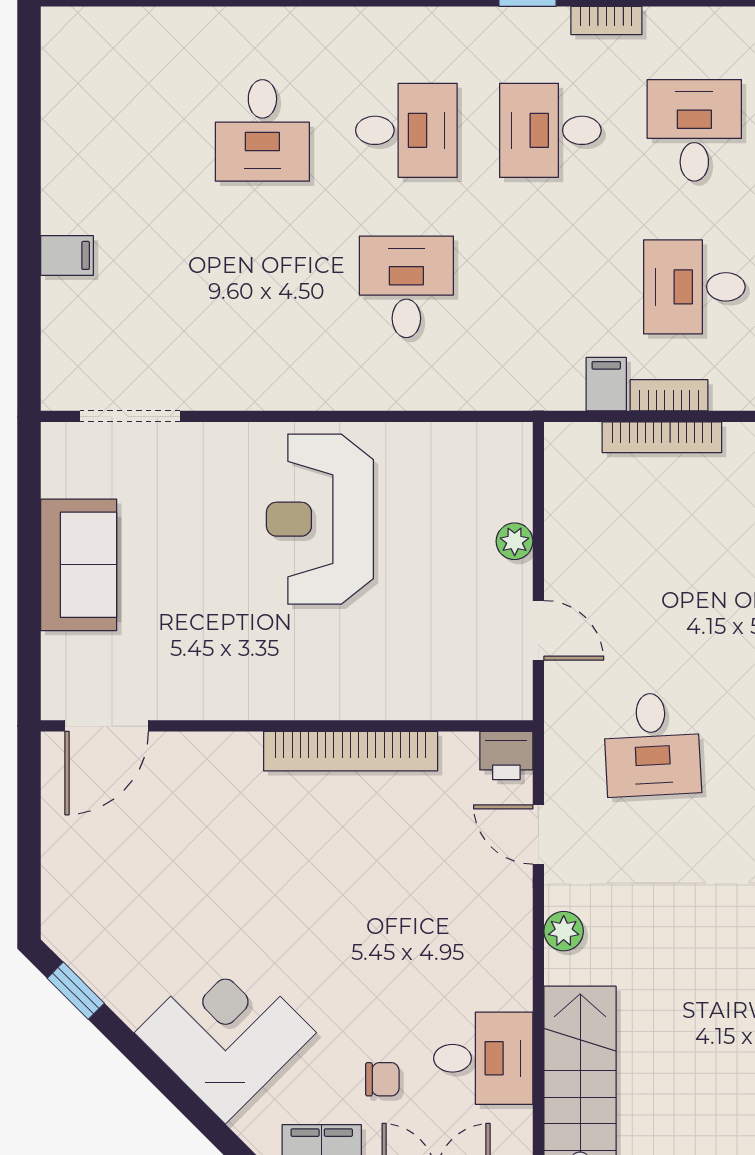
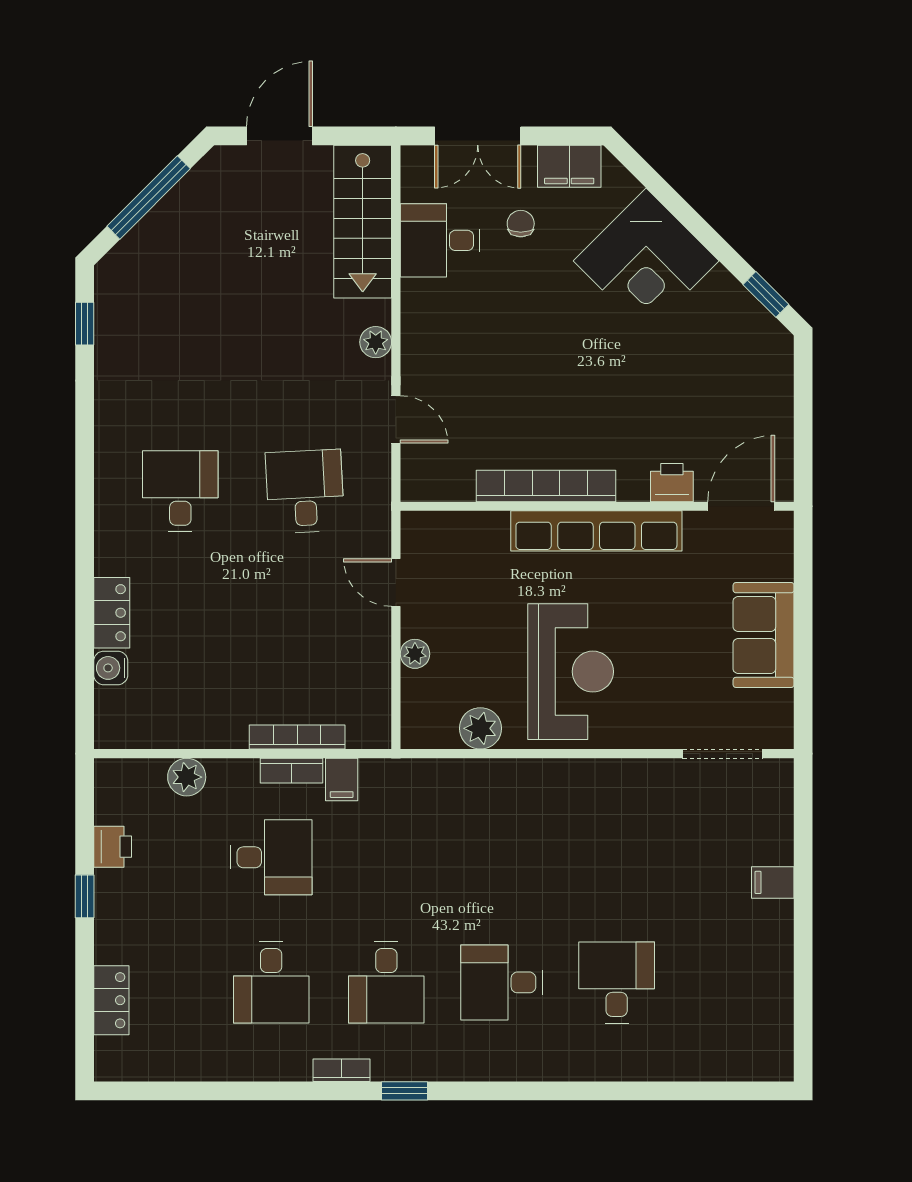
desk: (550, 130) -> (386, 982), turned 90
desk: (406, 287) -> (501, 857), removed
plant: (433, 448) -> (480, 728), added
row of seats: (288, 695) -> (596, 531), added
printer: (506, 755) -> (672, 483), moved
chair: (382, 1079) -> (521, 224), turned 90

